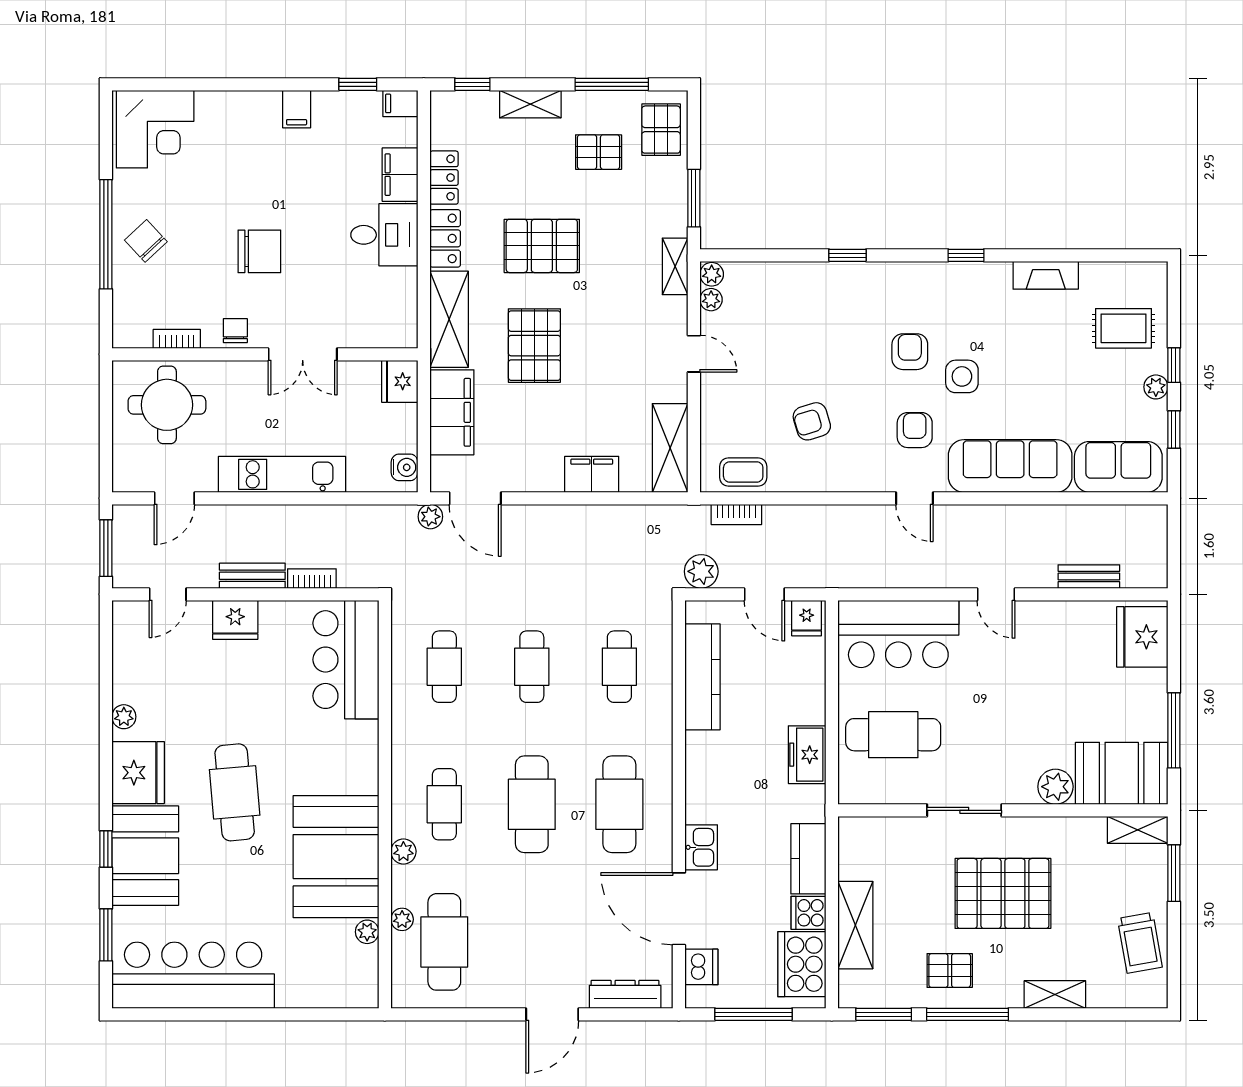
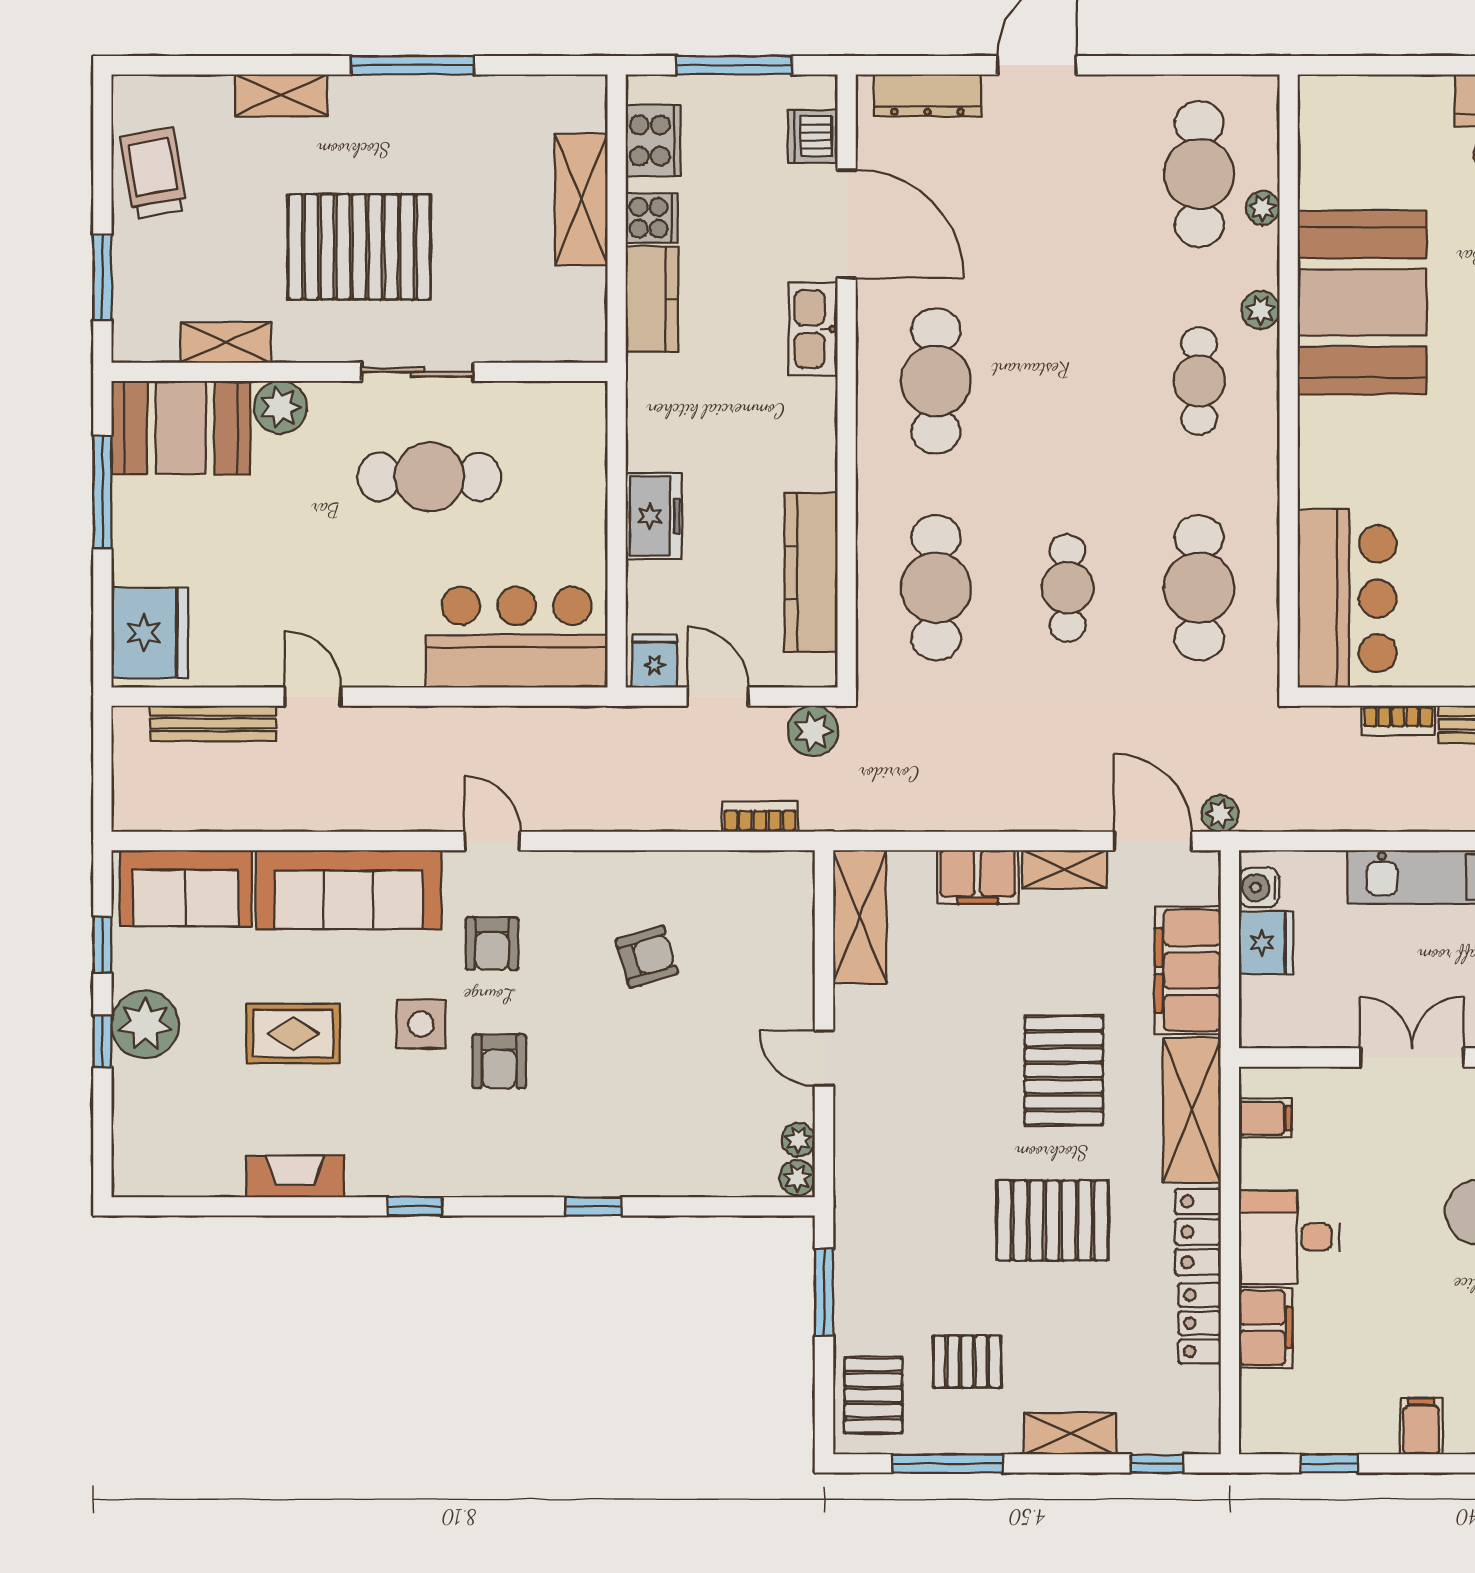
filing cabinet: (400, 103) -> (1265, 1118), moved
shelving: (675, 266) -> (1064, 869), moved, turned 90
rug: (1124, 328) -> (293, 1034), moved
fridge: (400, 381) -> (1266, 943), moved
plant: (1156, 387) -> (145, 1024), width x1.87, depth x1.87
coffee table: (743, 472) -> (750, 881), removed
bench: (1089, 577) -> (213, 723), width x1.36
door: (996, 594) -> (313, 697), moved
cafe table: (444, 667) -> (1199, 588), width x1.37, depth x1.35
cafe table: (619, 667) -> (936, 588), width x1.37, depth x1.35
cafe table: (893, 735) -> (429, 477), moved
freezer: (807, 755) -> (654, 516), moved
cafe table: (532, 804) -> (1068, 381), removed
shelving: (1138, 830) -> (226, 342), moved
kitchen sink: (701, 847) -> (813, 329), width x1.38
plant: (367, 932) -> (1315, 189), removed
cooker: (802, 964) -> (653, 141), width x0.73, depth x0.76
pallet: (950, 971) -> (439, 131), removed
window: (884, 1014) -> (539, 65), removed

